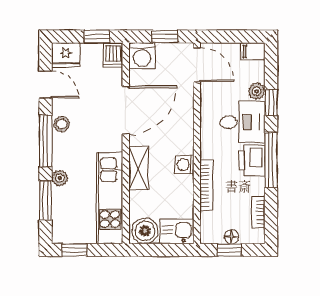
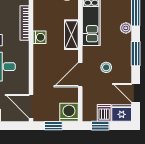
dishwasher: (113, 55) -> (104, 113), moved
door: (126, 110) -> (80, 75), width x0.73
stool: (62, 124) -> (106, 67), moved
window: (45, 141) -> (136, 54), width x0.69

